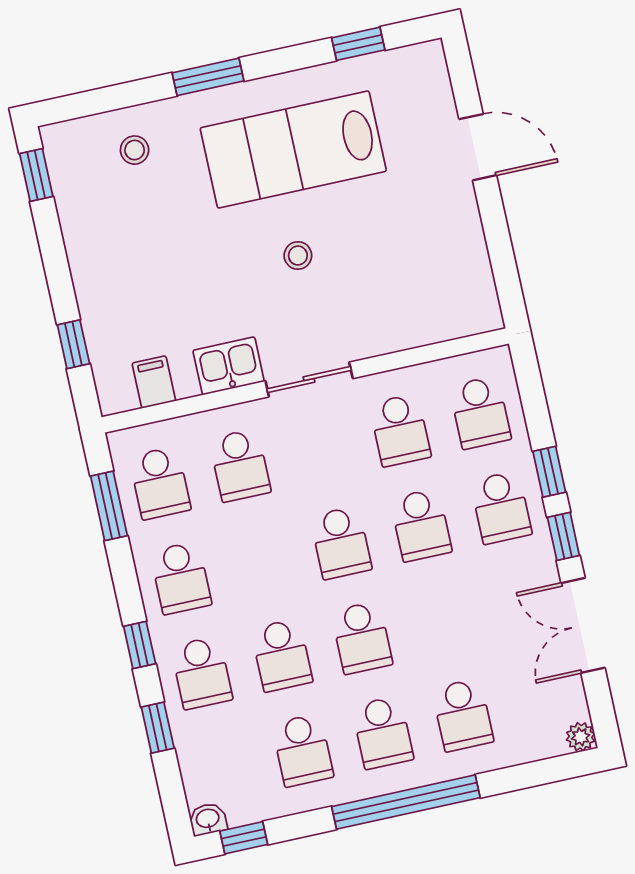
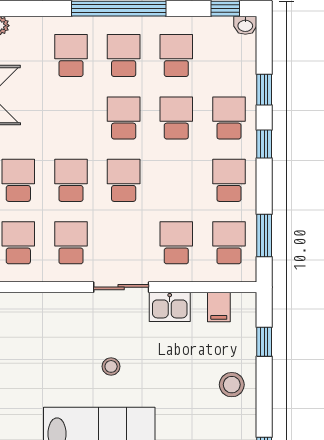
stool: (108, 268) -> (232, 385), added

